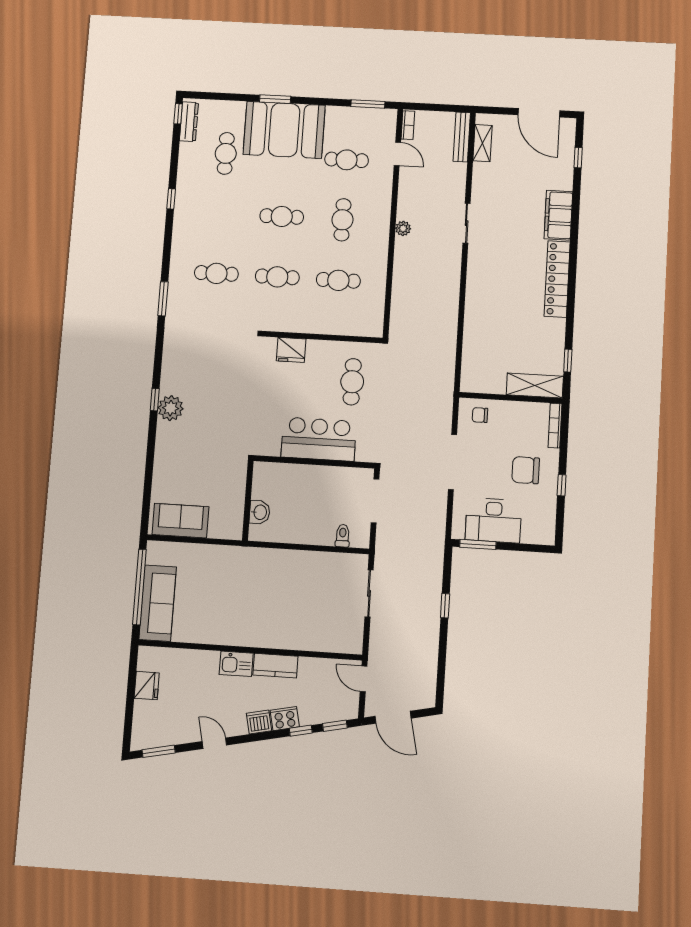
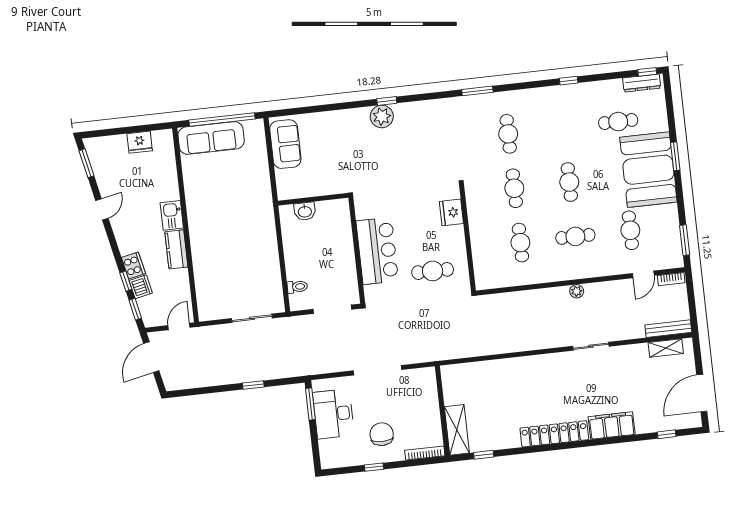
chair: (480, 415) -> (423, 387), removed
dishwasher: (259, 722) -> (141, 287), moved

